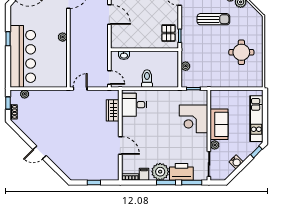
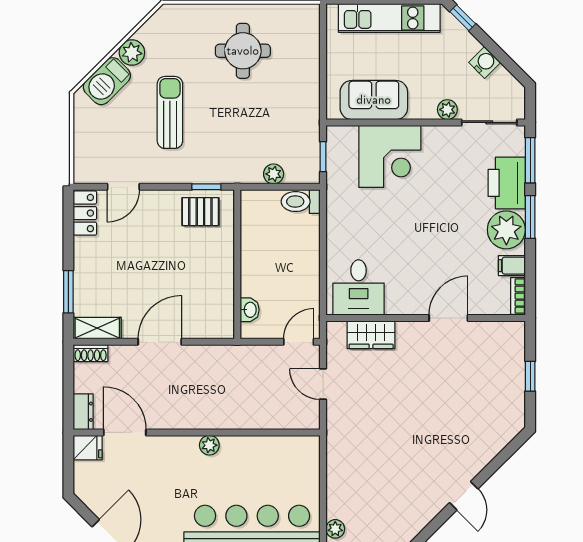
toilet: (147, 78) -> (301, 202), moved
door: (80, 89) -> (323, 384), moved
sofa: (219, 124) -> (374, 100), moved

